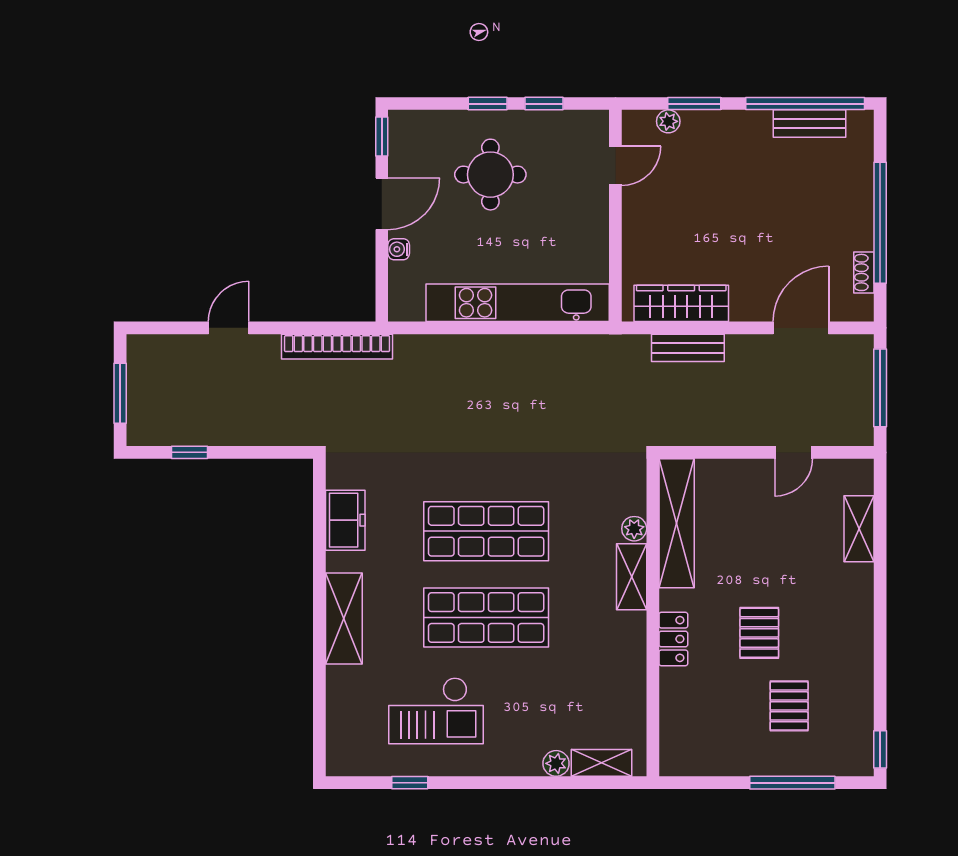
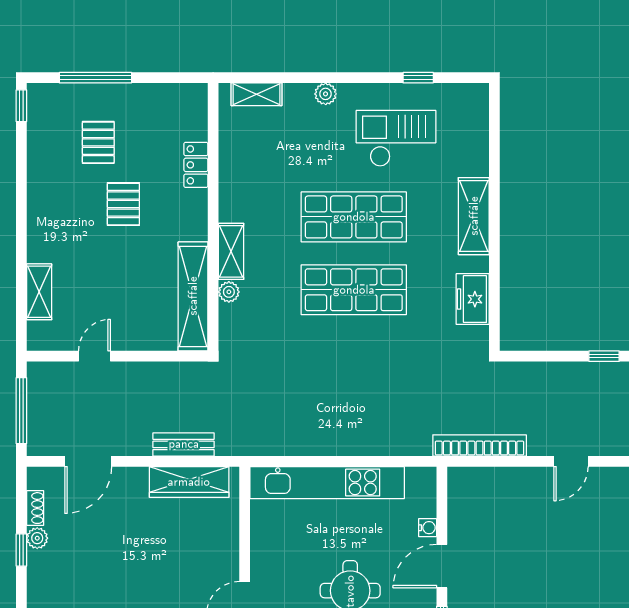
window: (880, 223) -> (21, 550), width x0.32
plant: (861, 237) -> (37, 538), added
locker: (673, 639) -> (196, 165), moved
plant: (556, 763) -> (326, 94), moved

